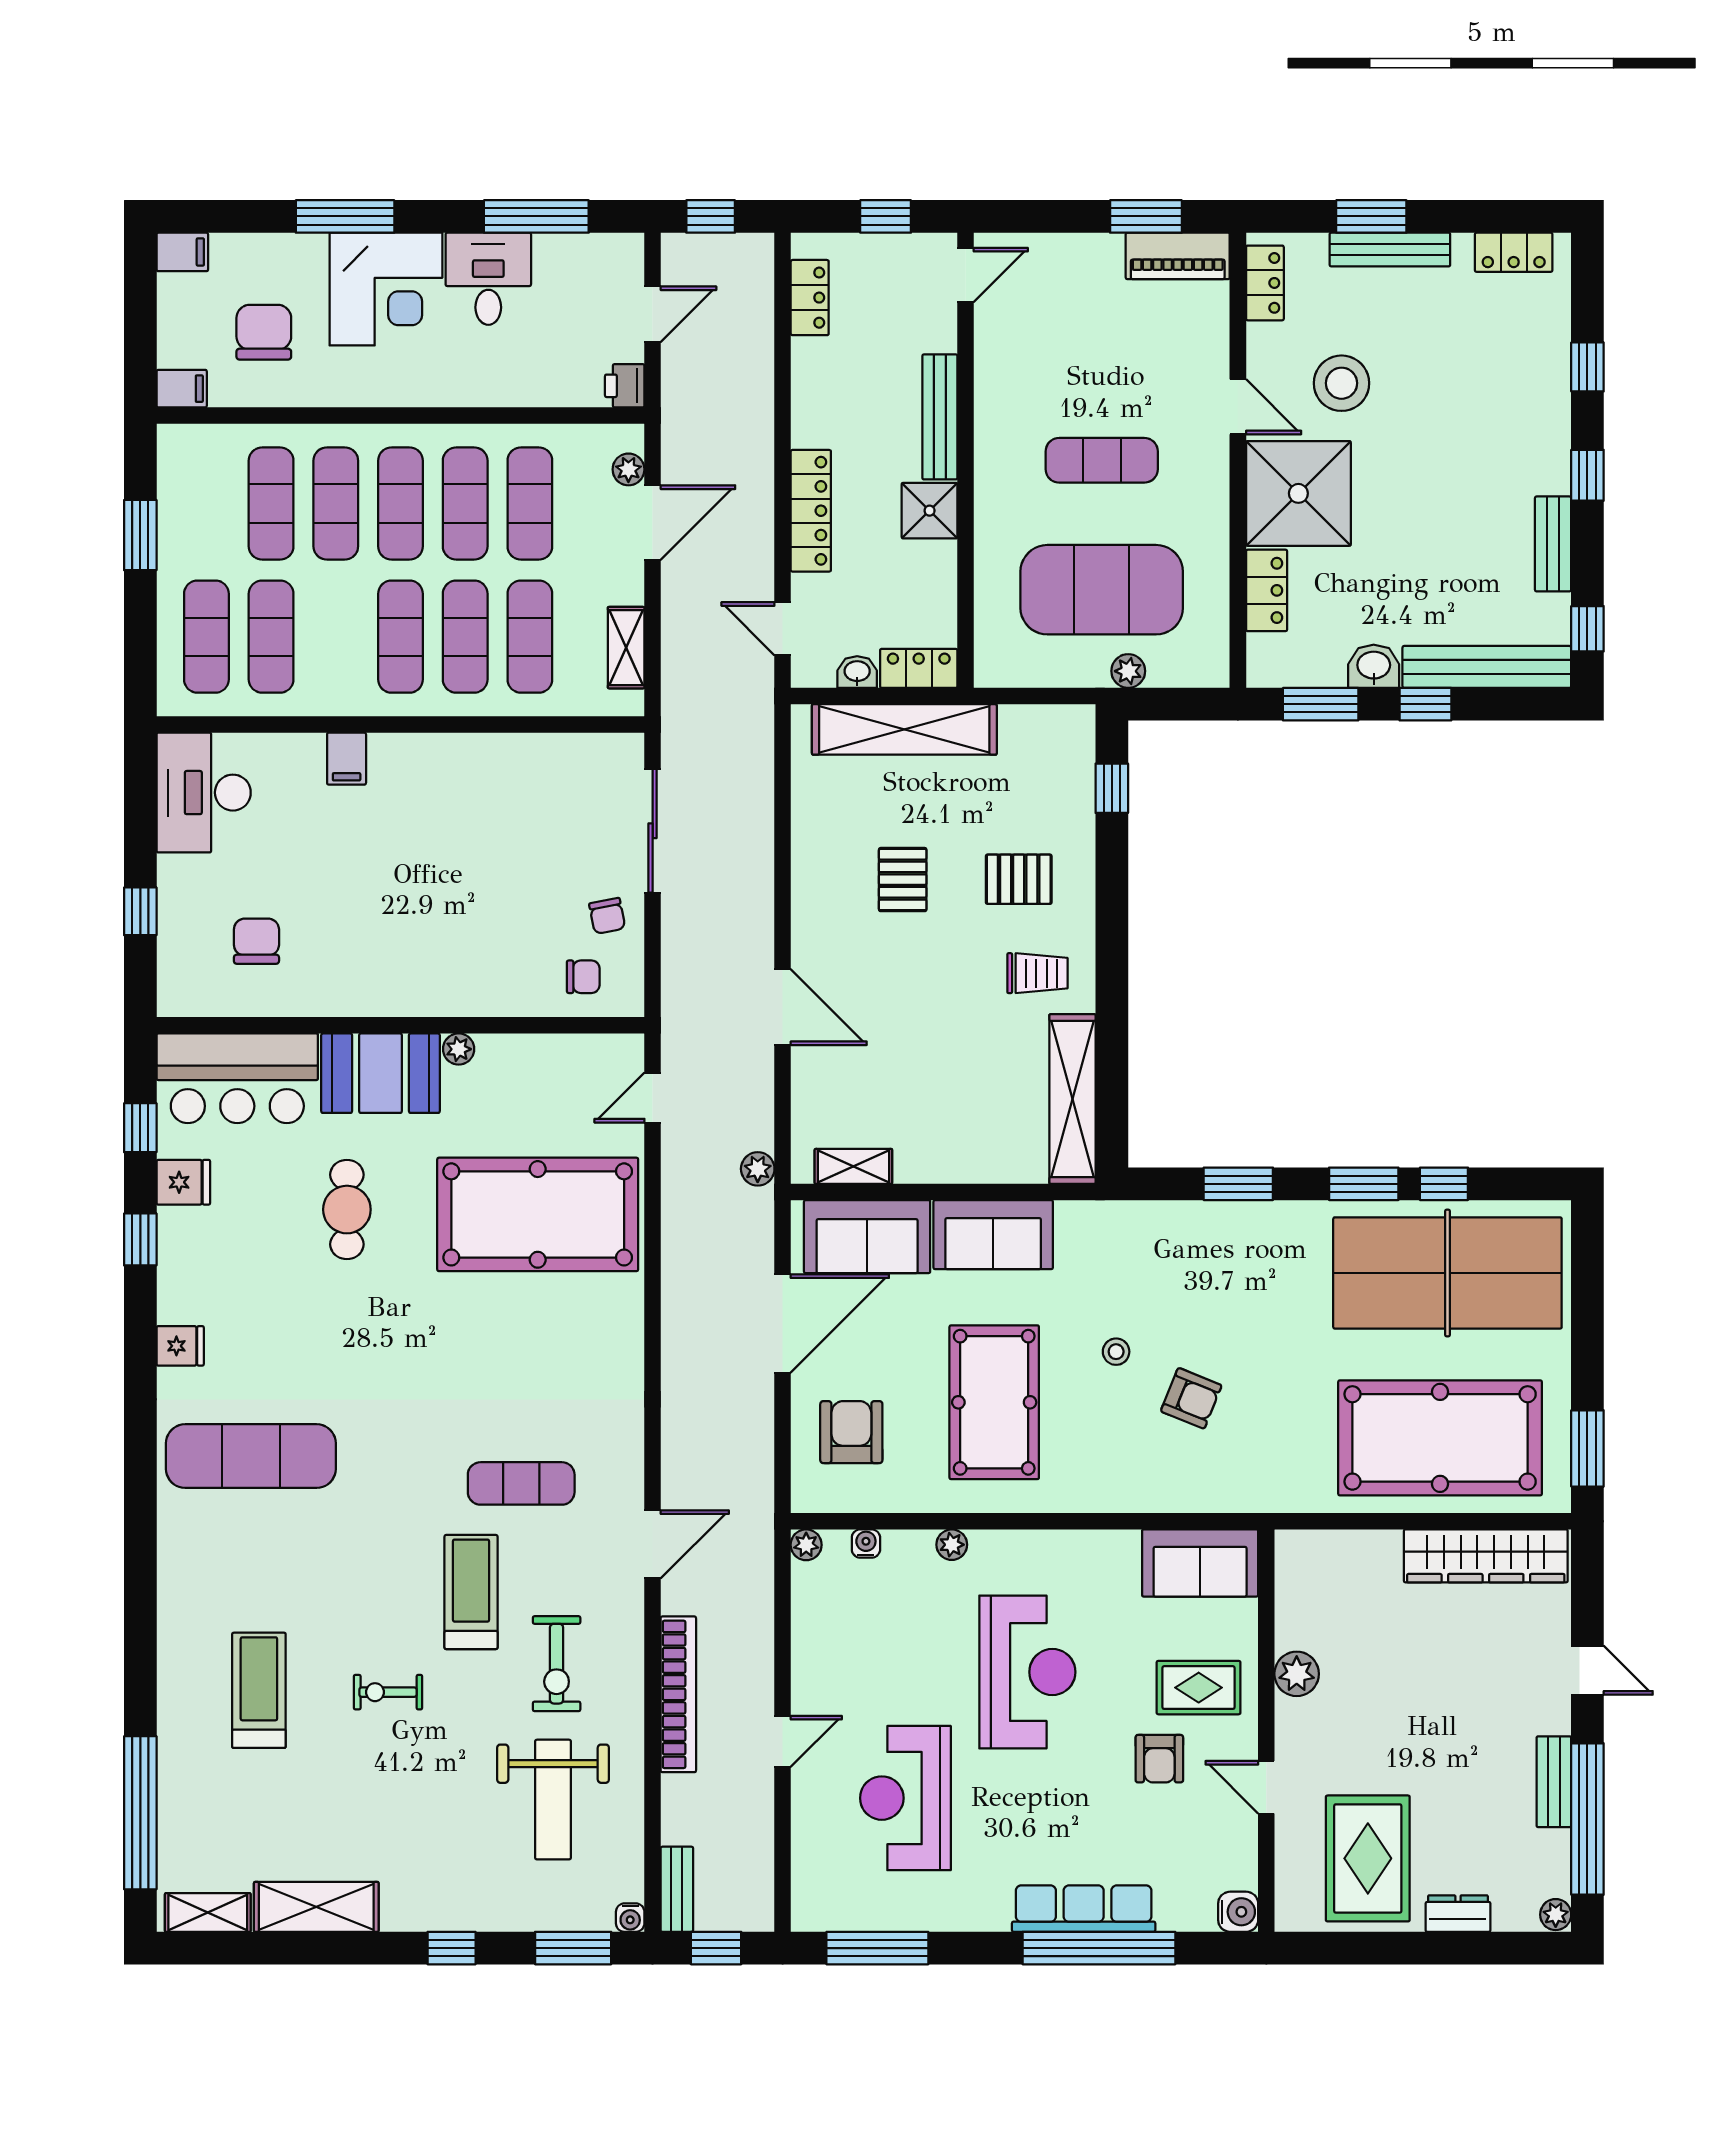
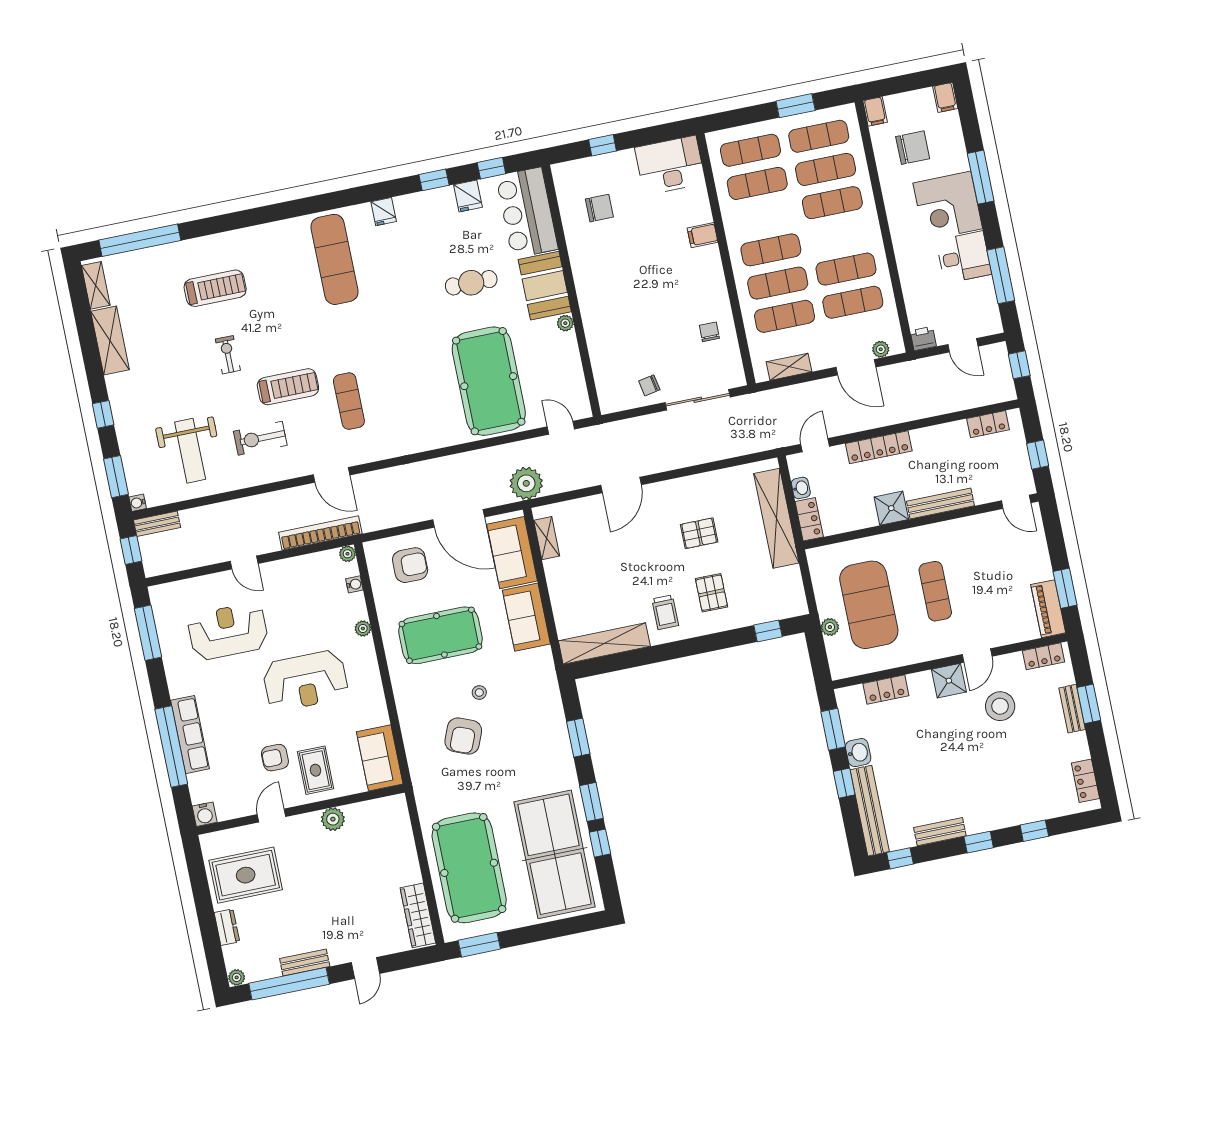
bench: (1390, 250) -> (1072, 709), width x0.73
shower: (1298, 493) -> (949, 681), width x0.54, depth x0.54
exercise mat: (400, 504) -> (819, 136), moved
chair: (583, 977) -> (709, 332), moved, turned 180
plant: (758, 1169) -> (526, 483), width x1.87, depth x1.87
armchair: (1191, 1398) -> (463, 736), width x1.38, depth x1.38
wardrobe: (1486, 1556) -> (418, 915), width x0.71, depth x0.85
bookcase: (678, 1694) -> (320, 533), moved, turned 180
weight bench: (553, 1800) -> (190, 451), turned -90

